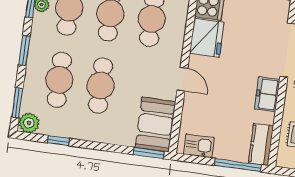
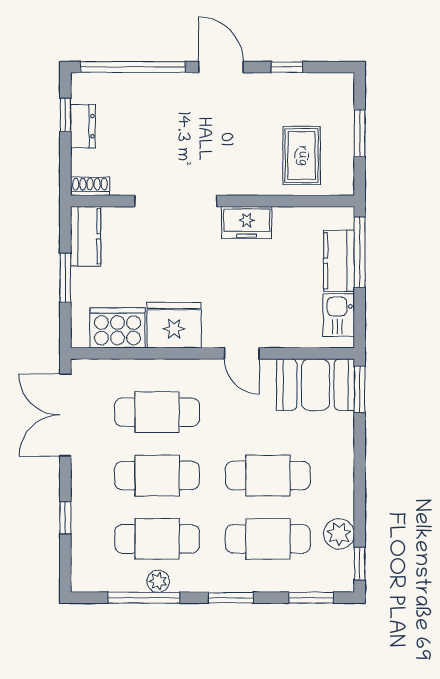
door: (182, 79) -> (242, 353), swing flipped
plant: (29, 123) -> (339, 534), moved
window: (58, 141) -> (360, 564), moved
kitchen counter: (261, 144) -> (339, 261), moved, turned 90

